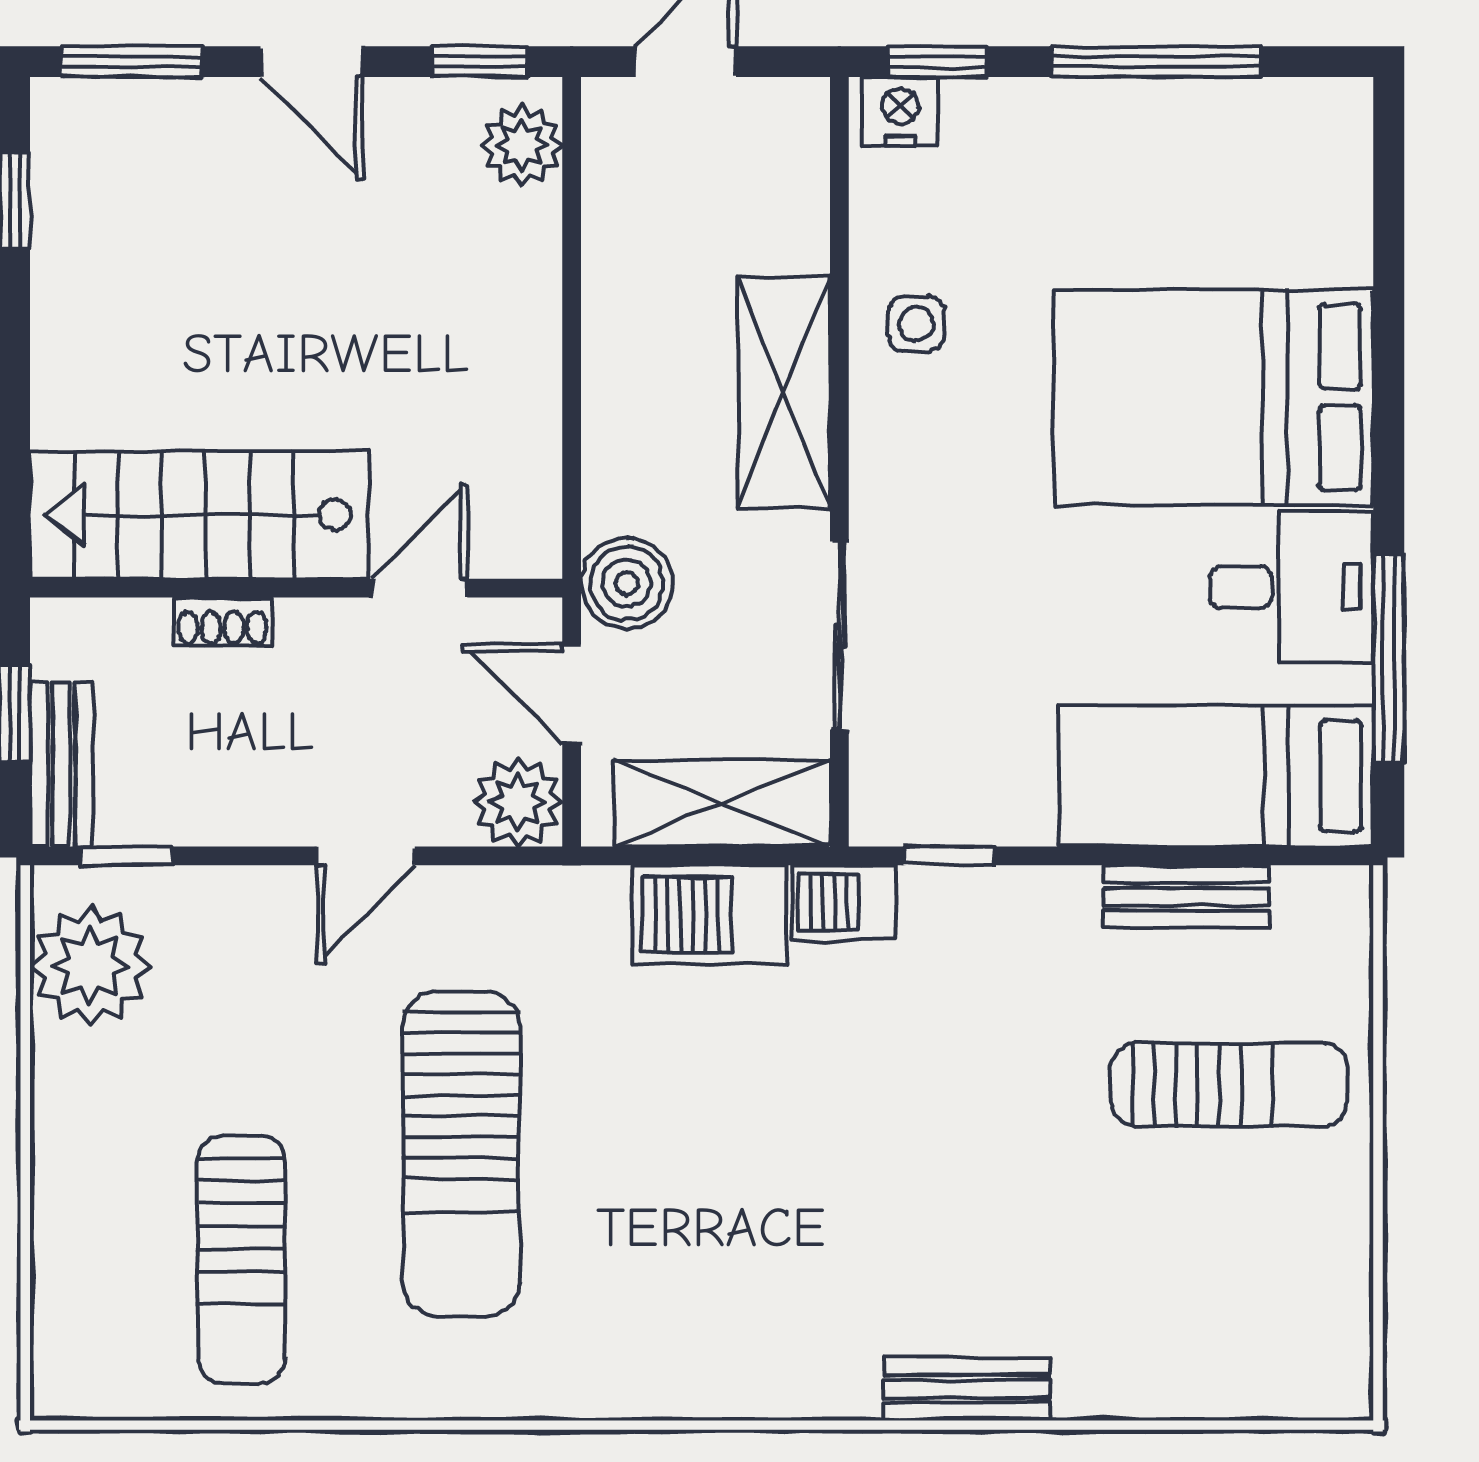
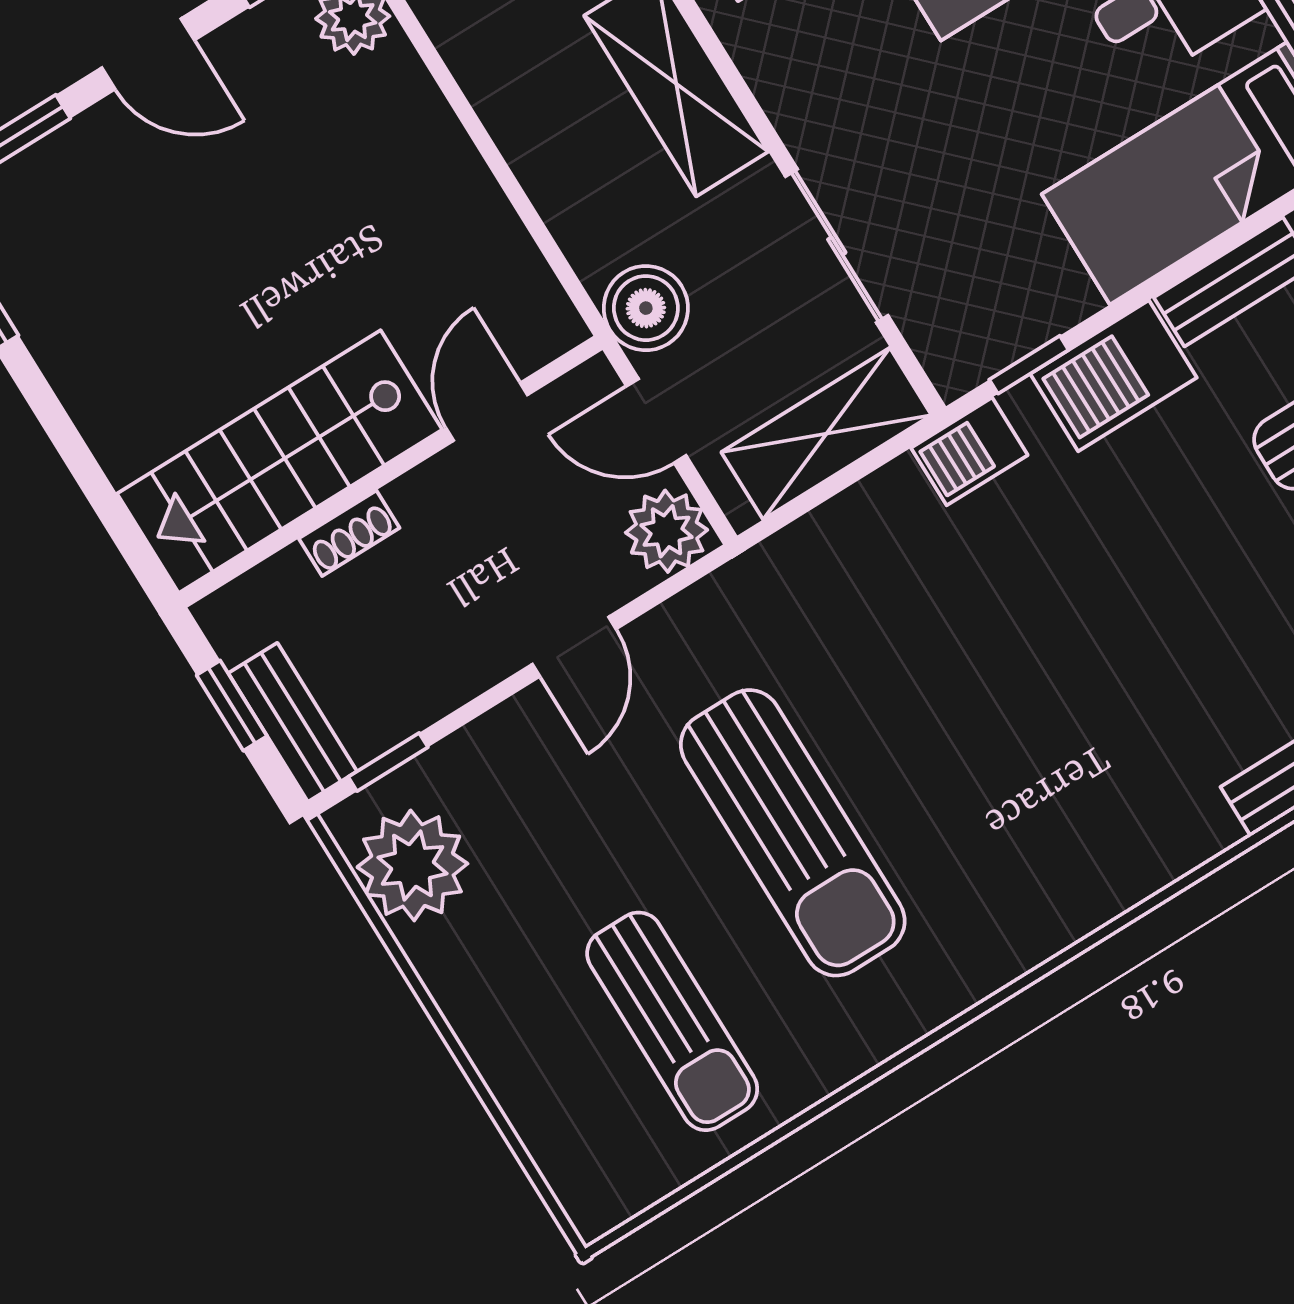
barbecue: (710, 915) -> (1114, 376), moved

